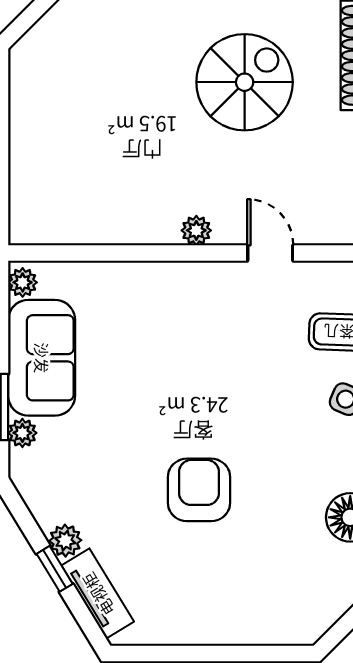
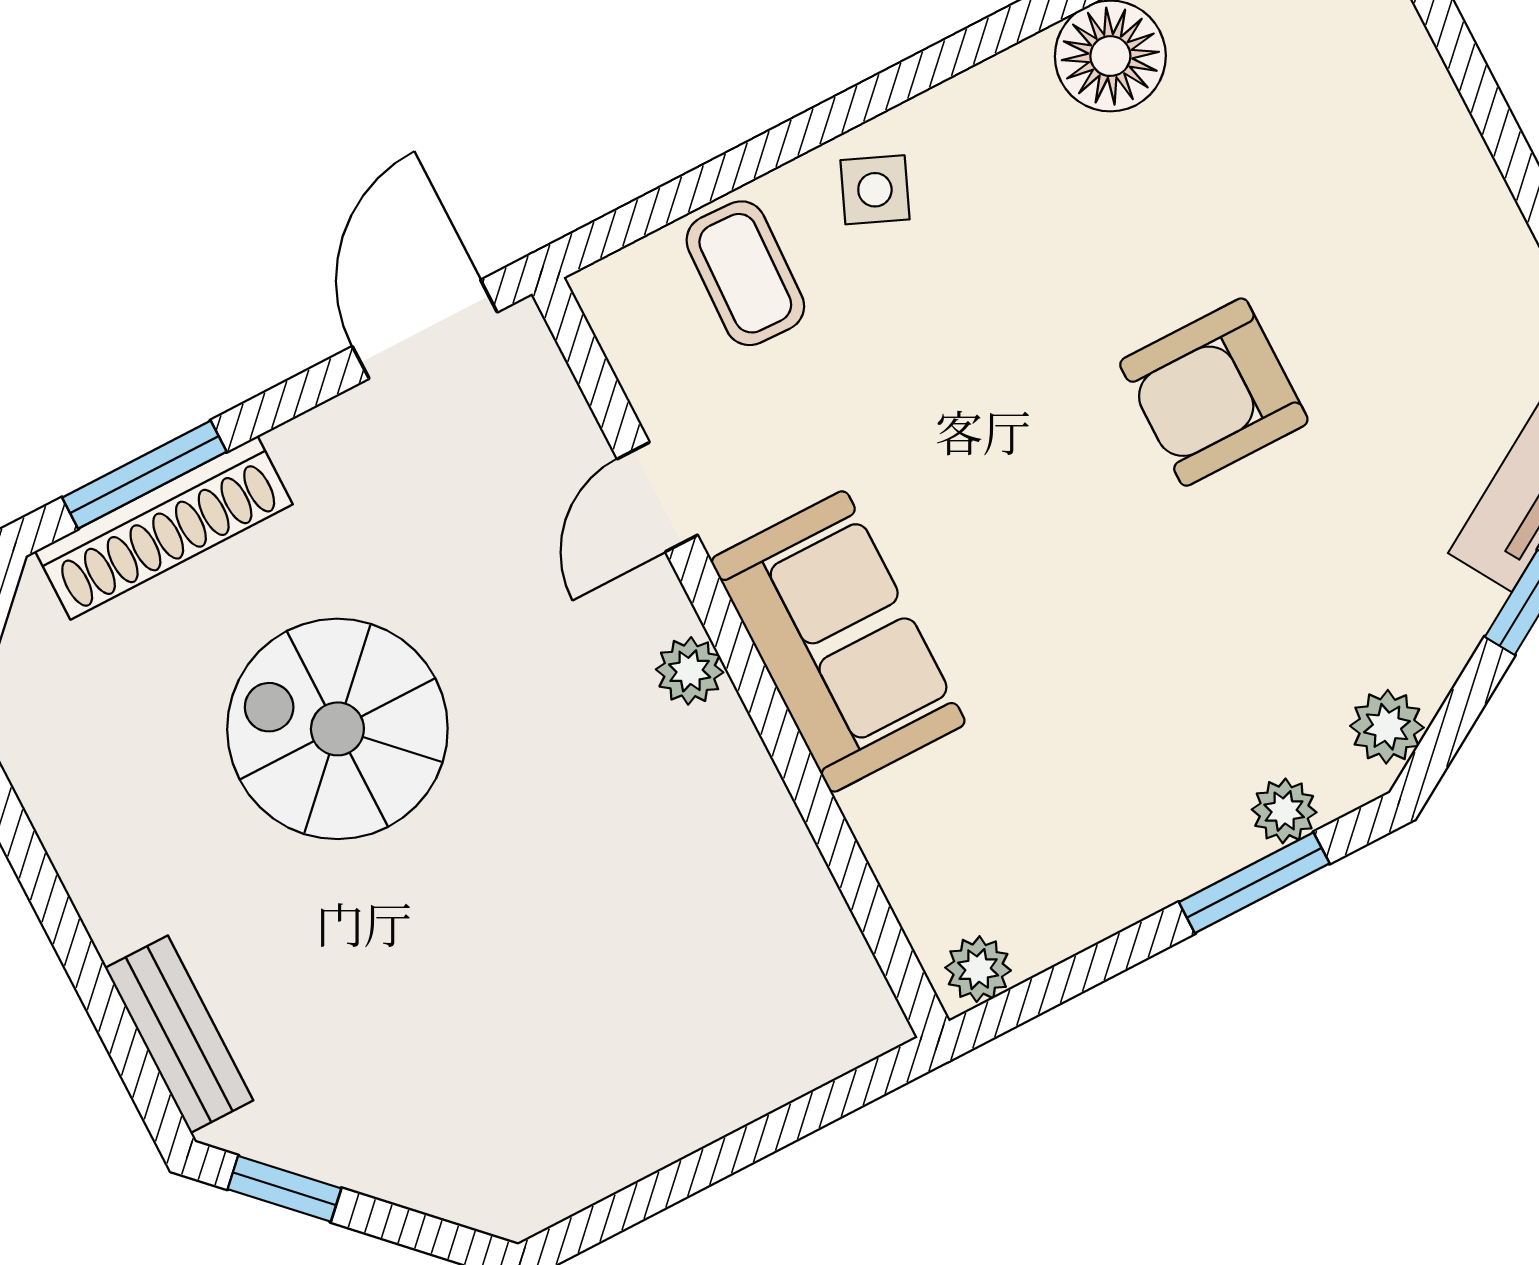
sofa: (42, 358) -> (838, 641), moved, turned 90
plant: (65, 541) -> (1387, 727), moved

